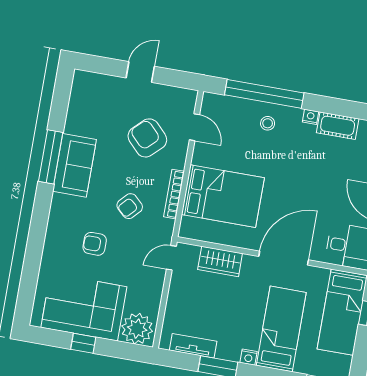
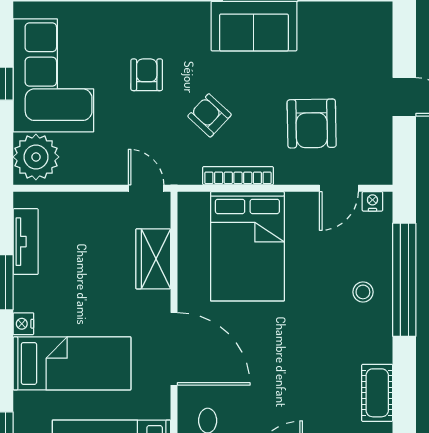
nightstand: (310, 117) -> (372, 201), moved, turned -90
armchair: (147, 138) -> (312, 124), turned 133

